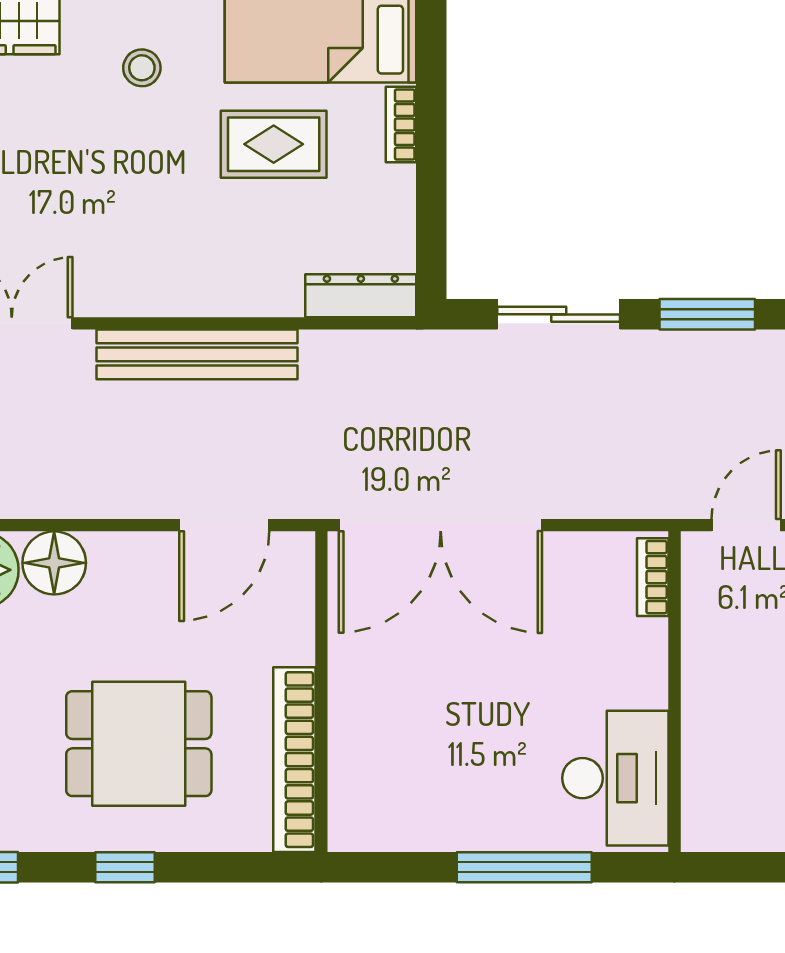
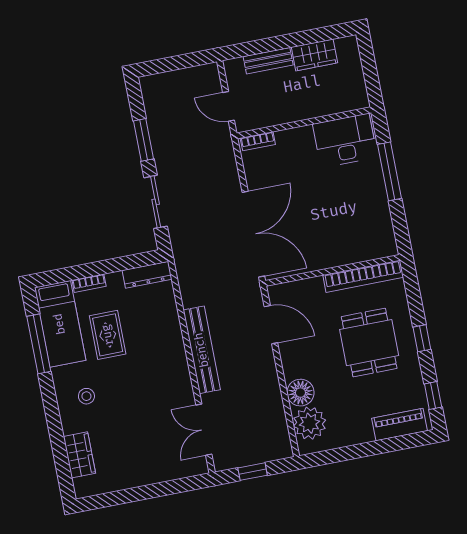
dresser: (361, 296) -> (147, 275), moved, turned -90

